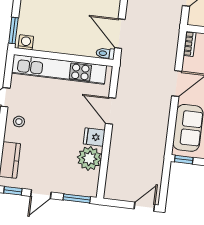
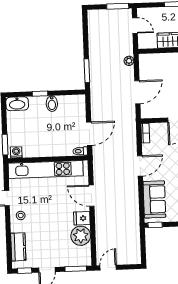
door: (120, 34) -> (89, 134), swing flipped
door: (144, 207) -> (108, 268), moved

